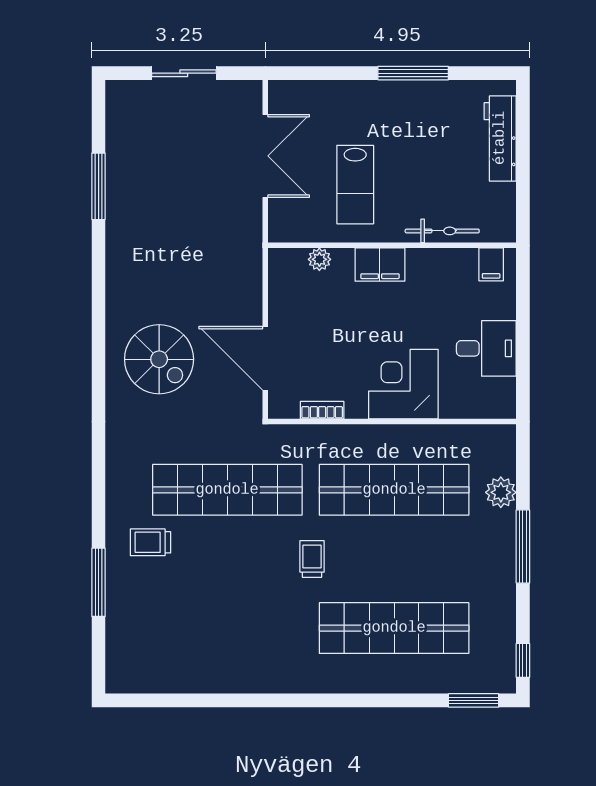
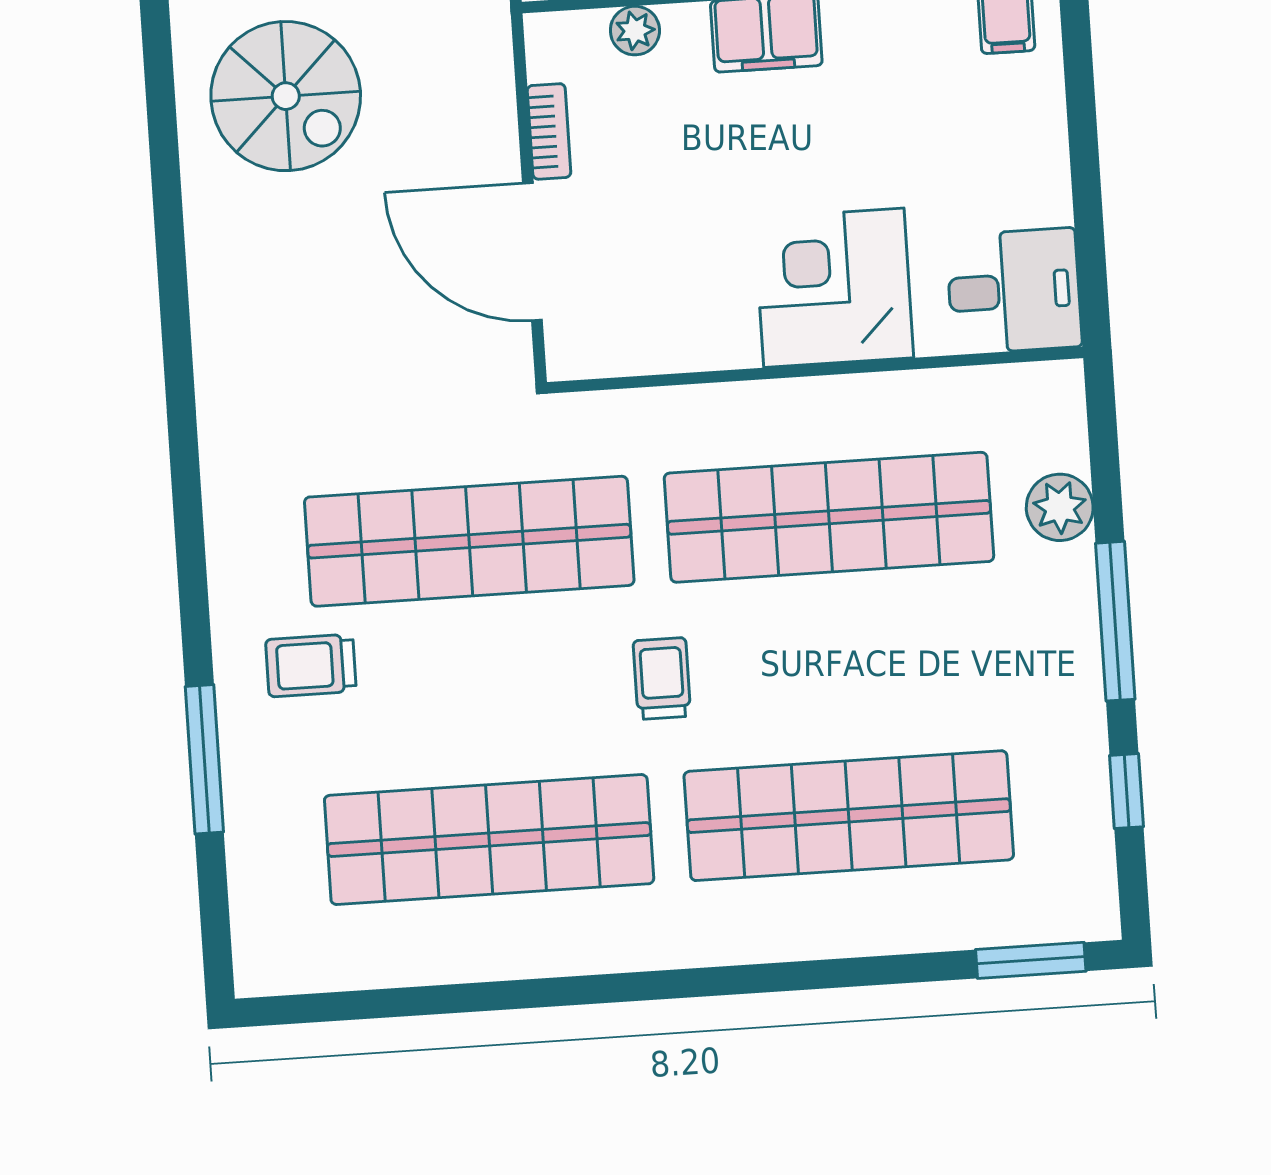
desk: (486, 348) -> (1014, 291), moved
spiral stairs: (159, 359) -> (286, 96), moved
bookcase: (322, 410) -> (549, 131), moved, turned 90
shop shelf: (227, 628) -> (489, 840), added
window: (523, 660) -> (1126, 791), moved

